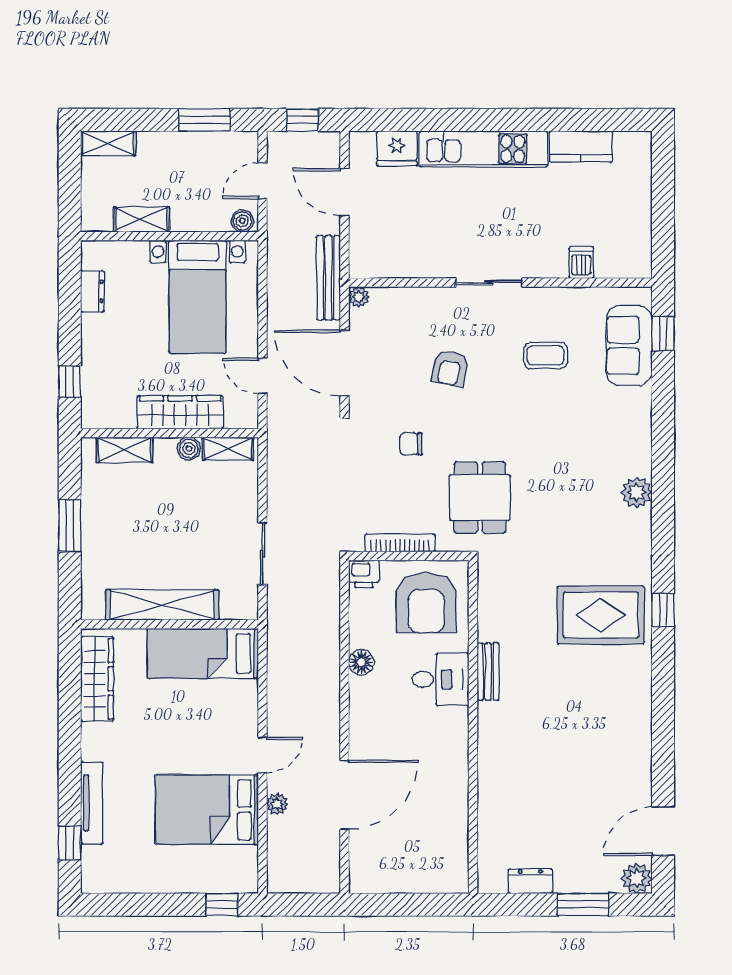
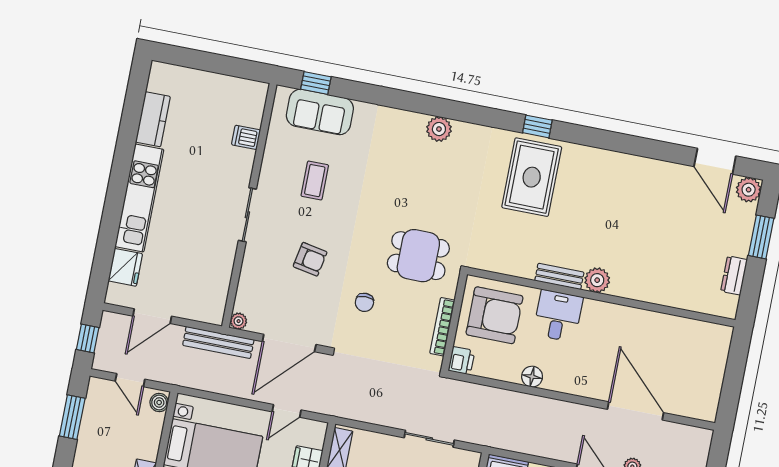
plant: (492, 718) -> (597, 280), added

